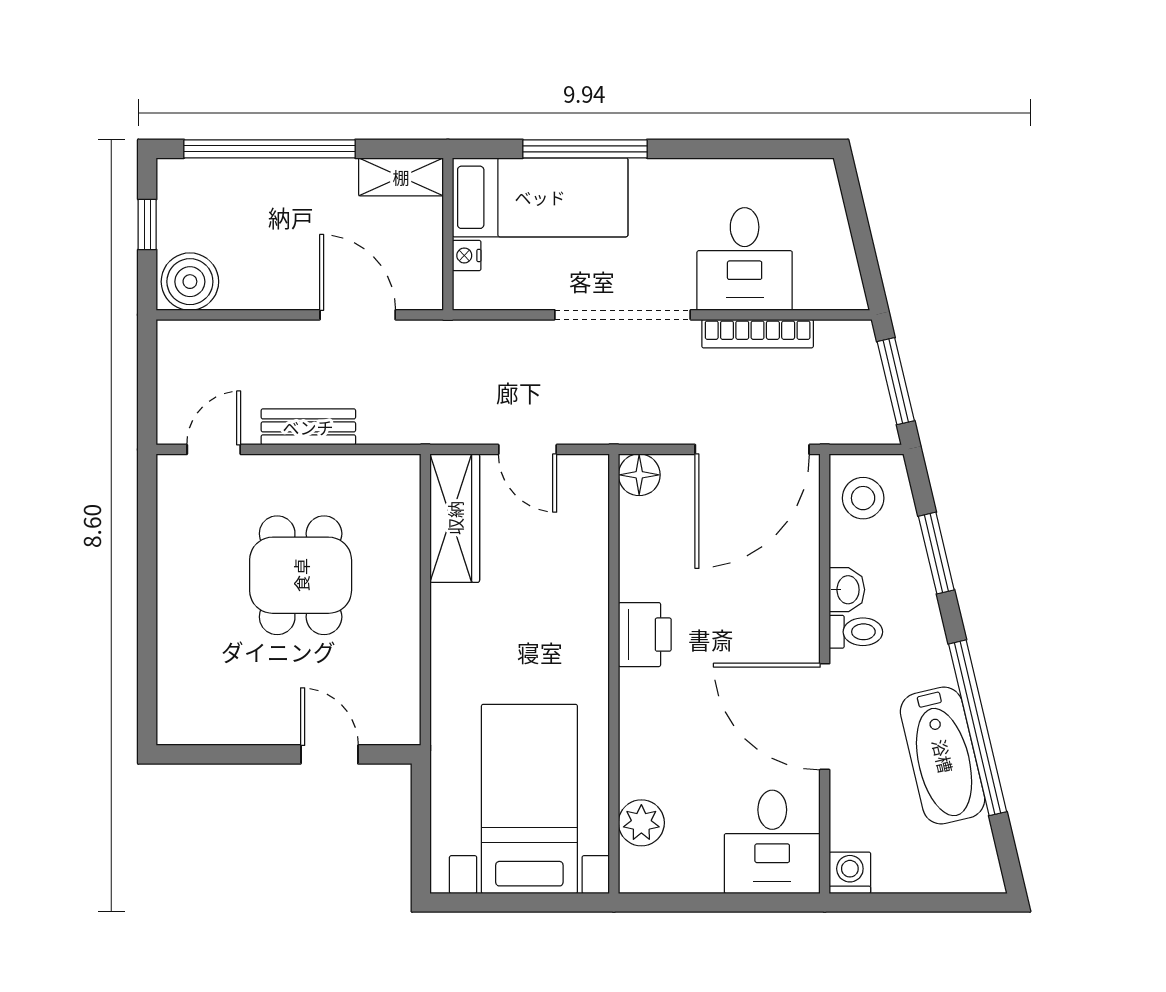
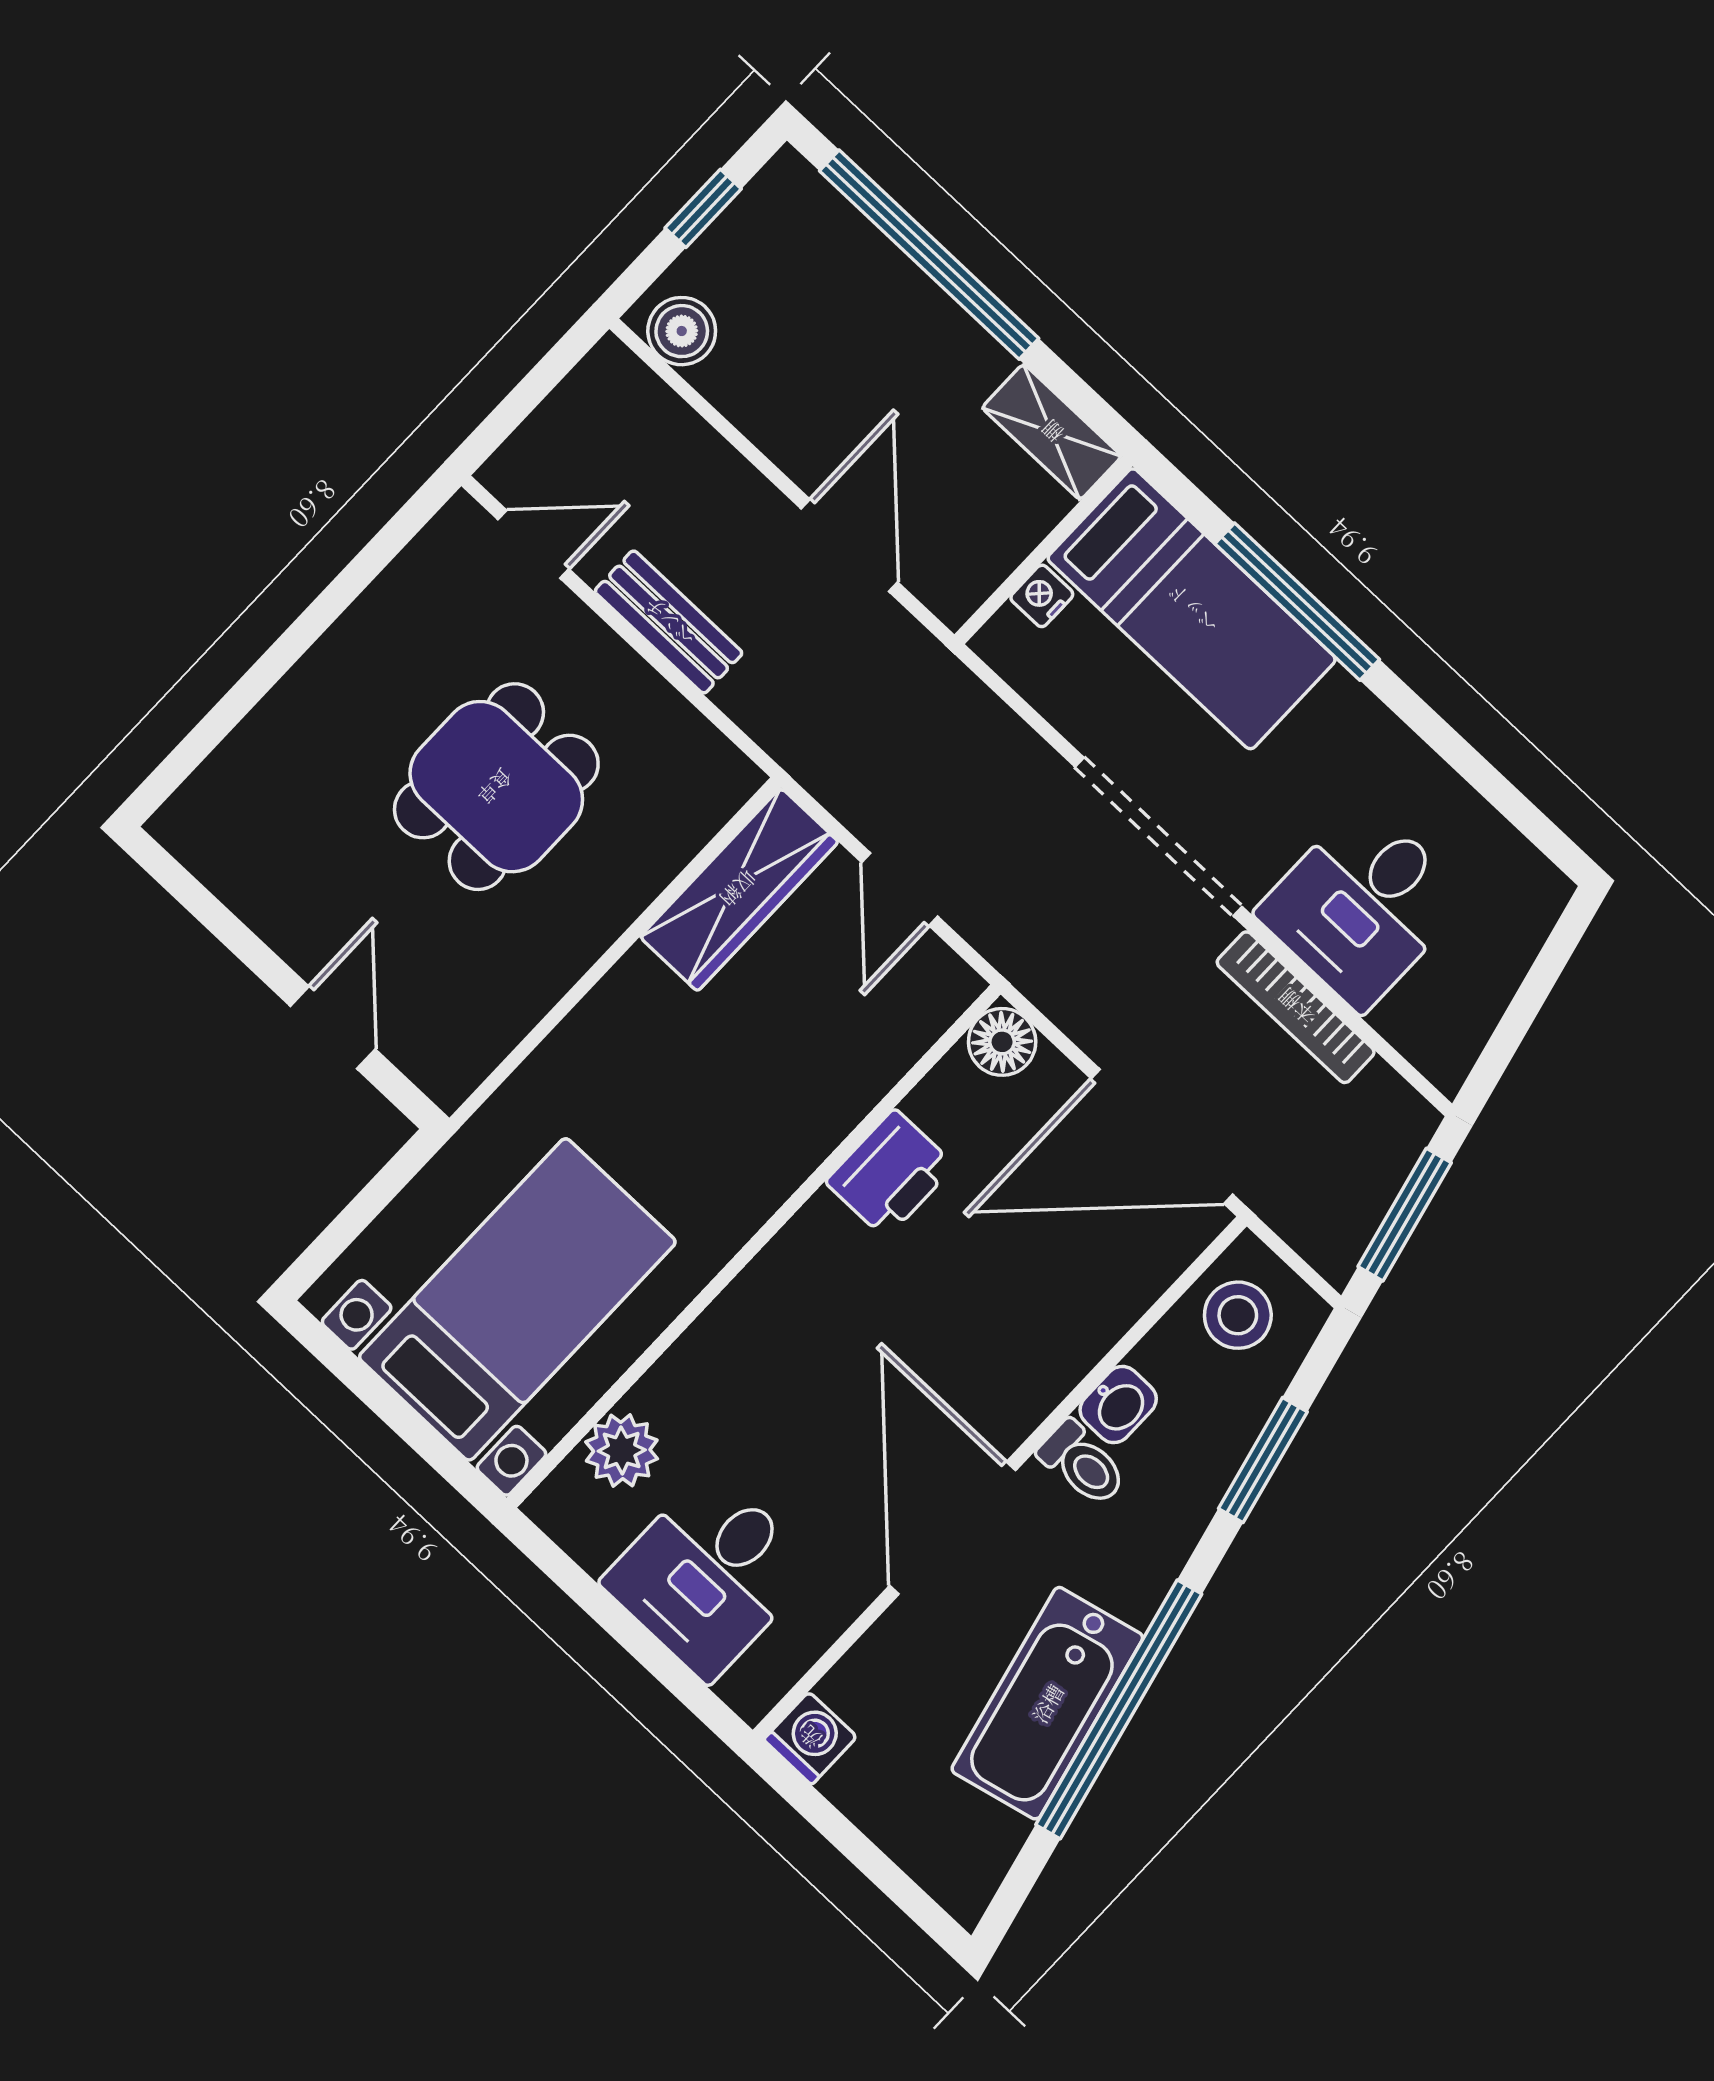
boiler: (190, 282) -> (682, 331), width x0.73, depth x0.73
printer: (645, 635) -> (890, 1174), moved
desk: (772, 842) -> (709, 1575), moved

